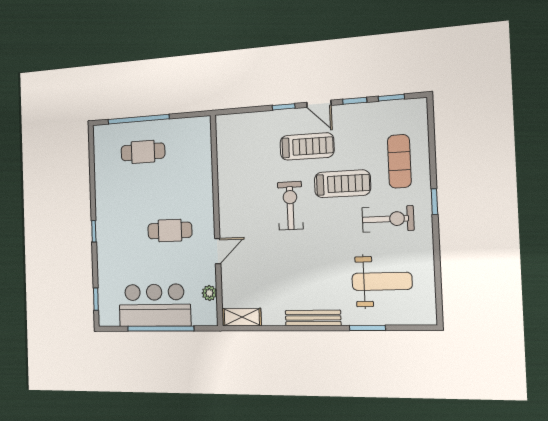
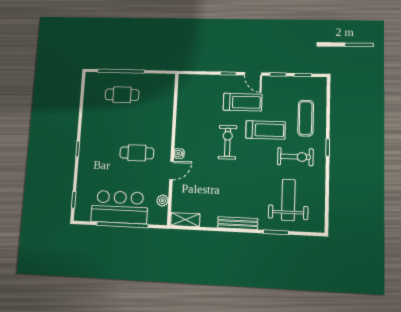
water cooler: (226, 227) -> (179, 154), added
weight bench: (382, 281) -> (288, 200), turned -90

